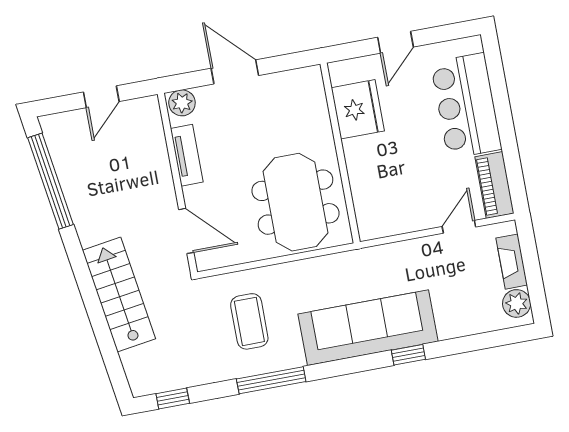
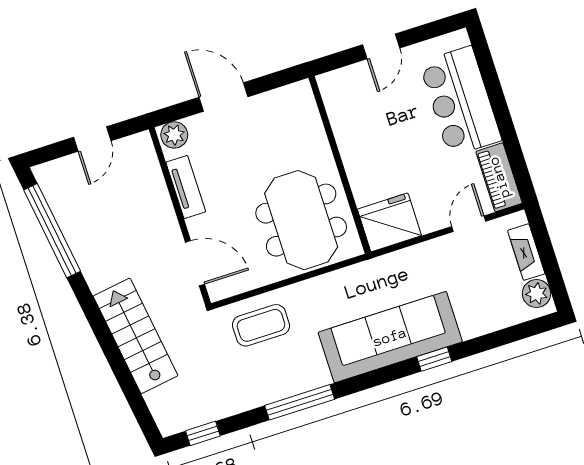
fridge: (358, 109) -> (389, 222), moved, turned -90
coffee table: (249, 321) -> (261, 325), moved, turned 90

